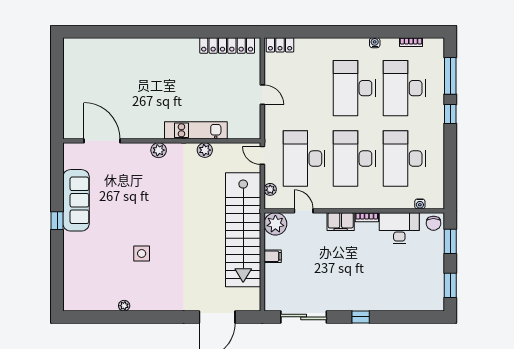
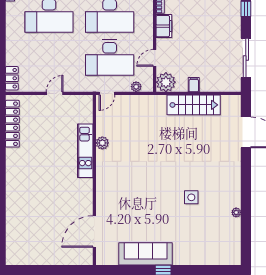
plant: (159, 150) -> (102, 183), removed
stairs: (243, 230) -> (194, 105), width x0.54, depth x0.66

